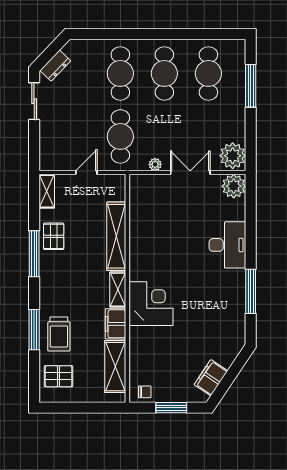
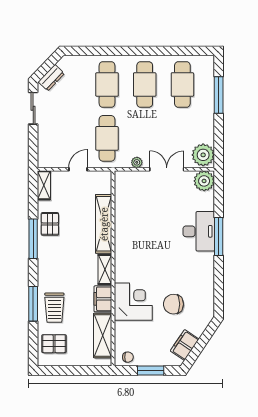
window: (251, 291) -> (219, 236), moved
corner desk: (151, 304) -> (133, 302), moved
chair: (198, 330) -> (173, 304), added

